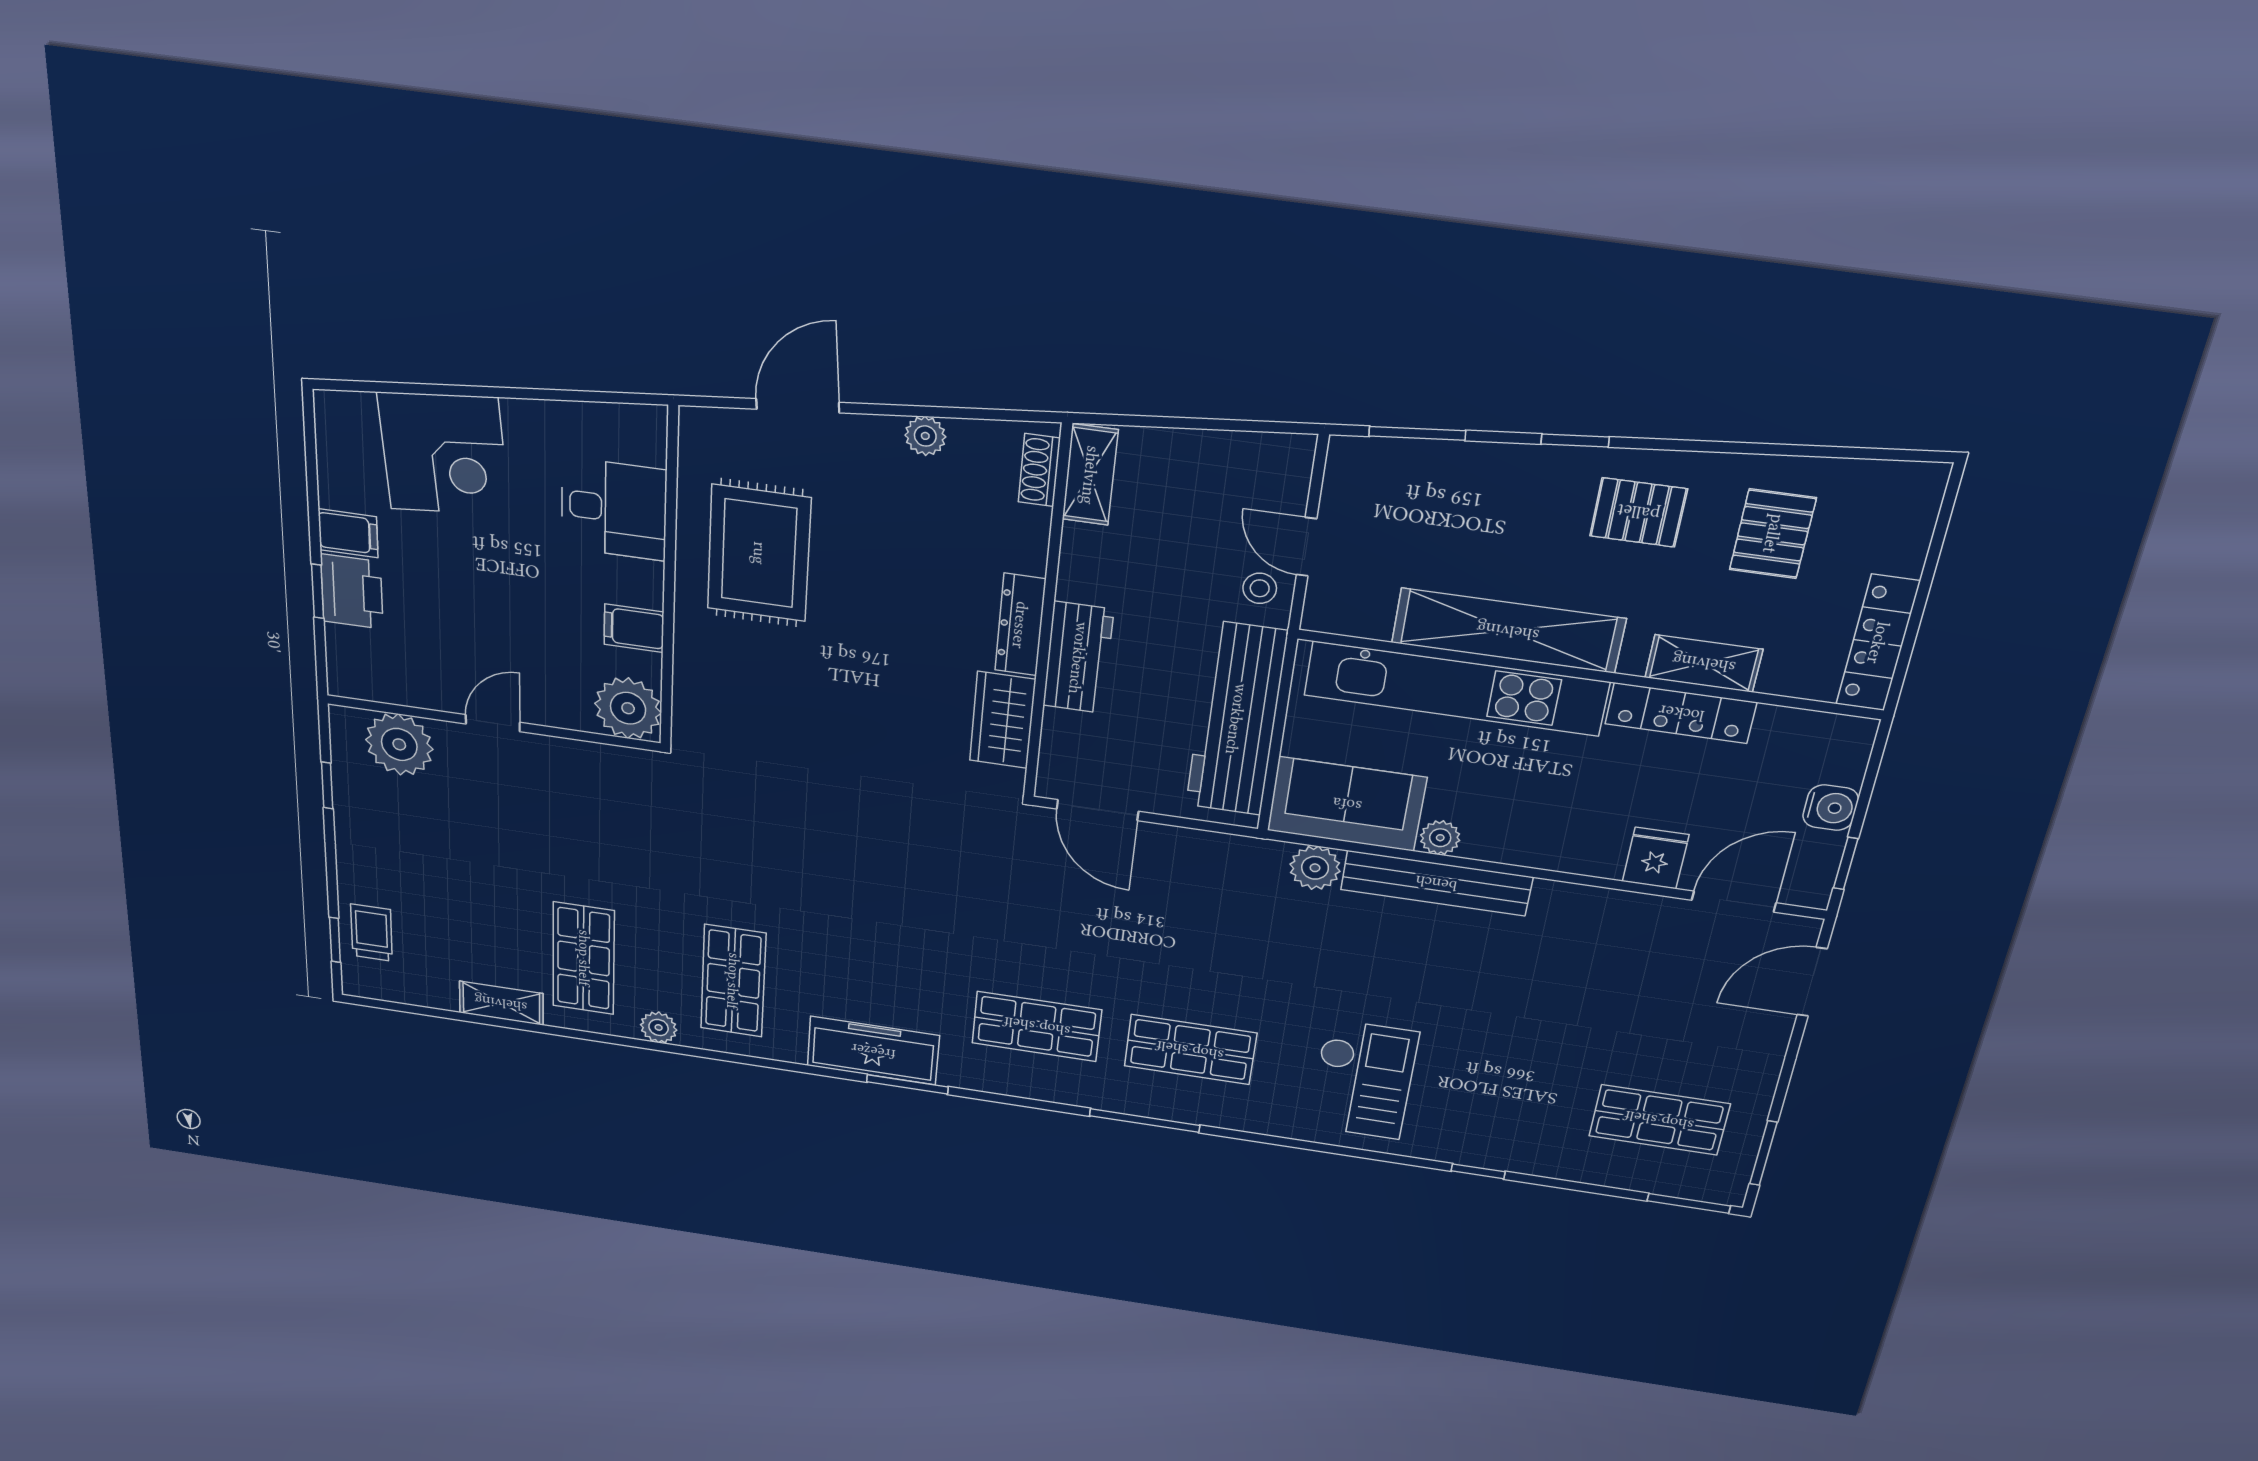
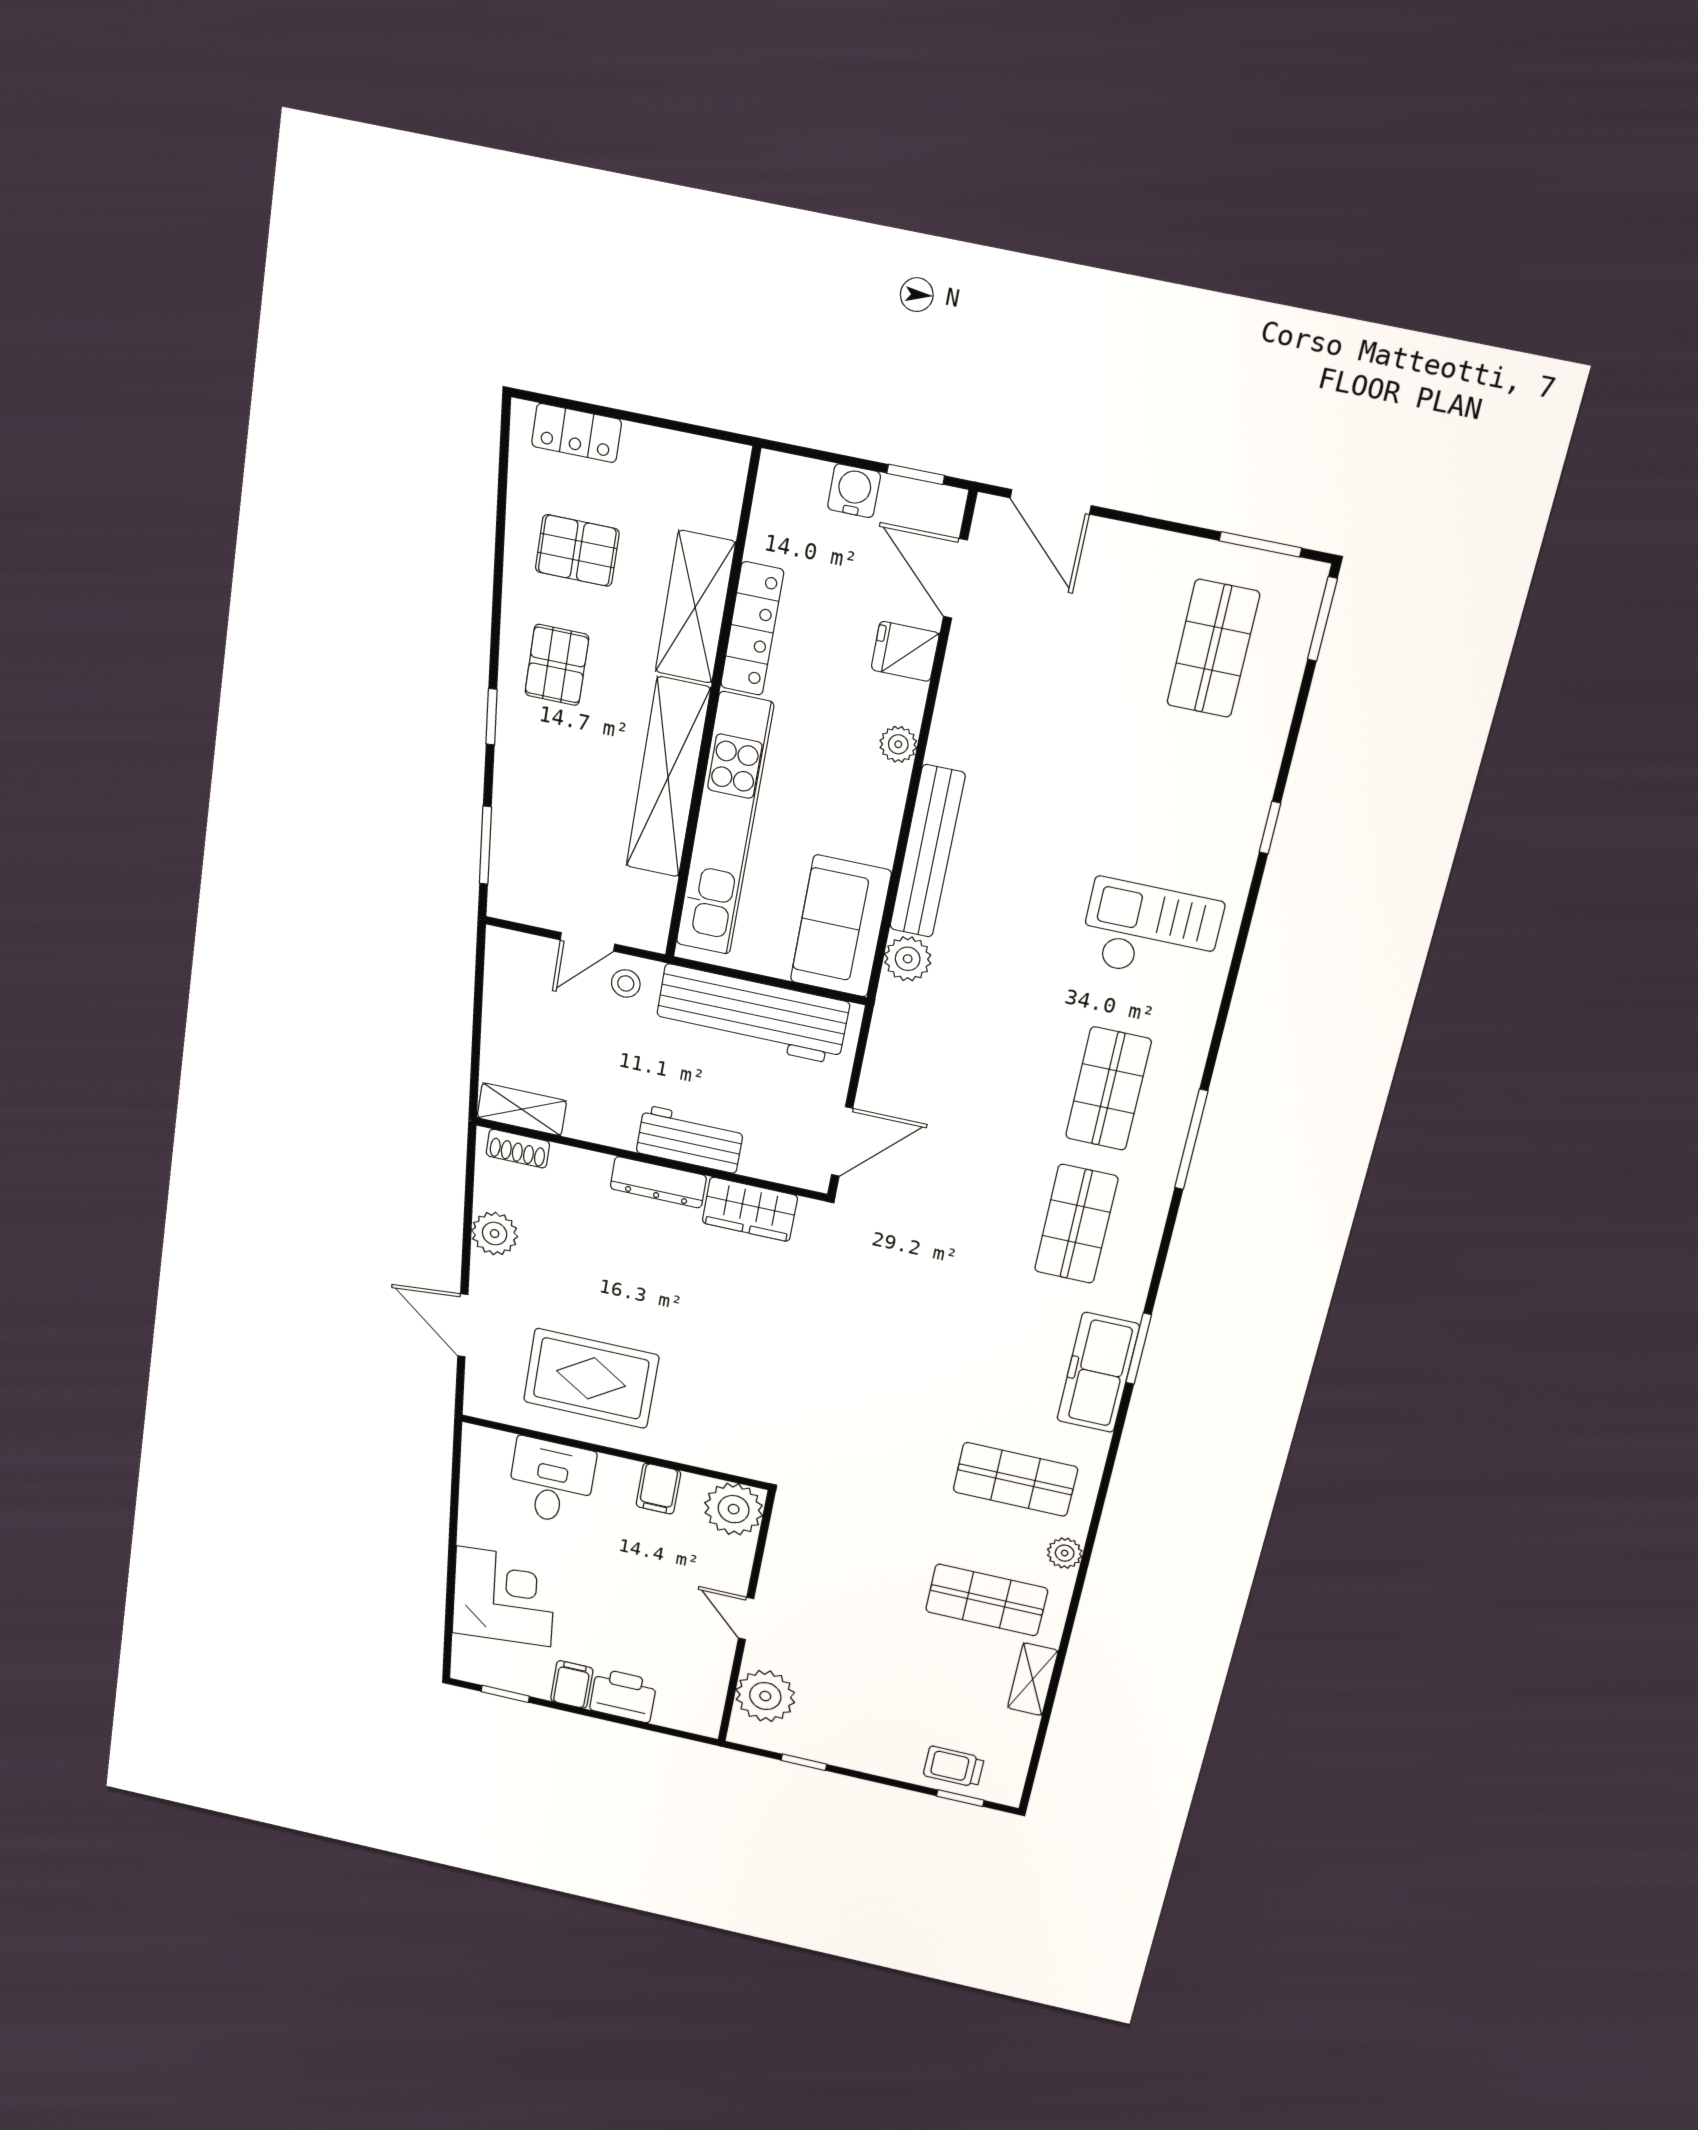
plant: (925, 436) -> (495, 1234), width x1.38, depth x1.38
window: (318, 591) -> (505, 1694), moved
locker: (1878, 643) -> (577, 433), moved, width x0.66
shelving: (1704, 663) -> (695, 607), width x1.50, depth x1.33
plant: (1440, 838) -> (898, 744), moved

